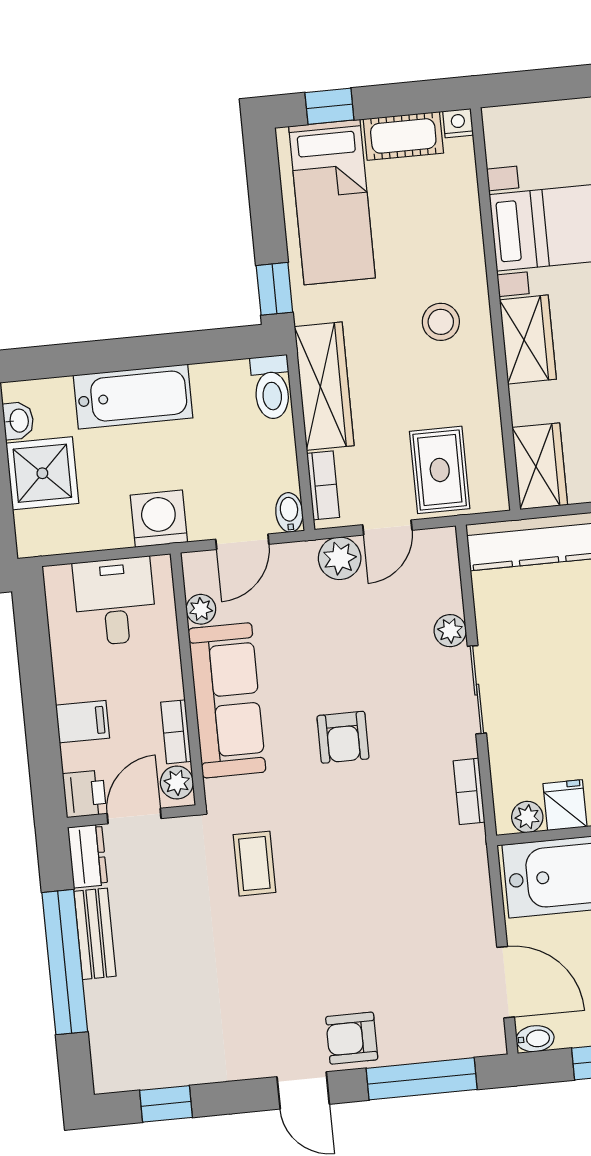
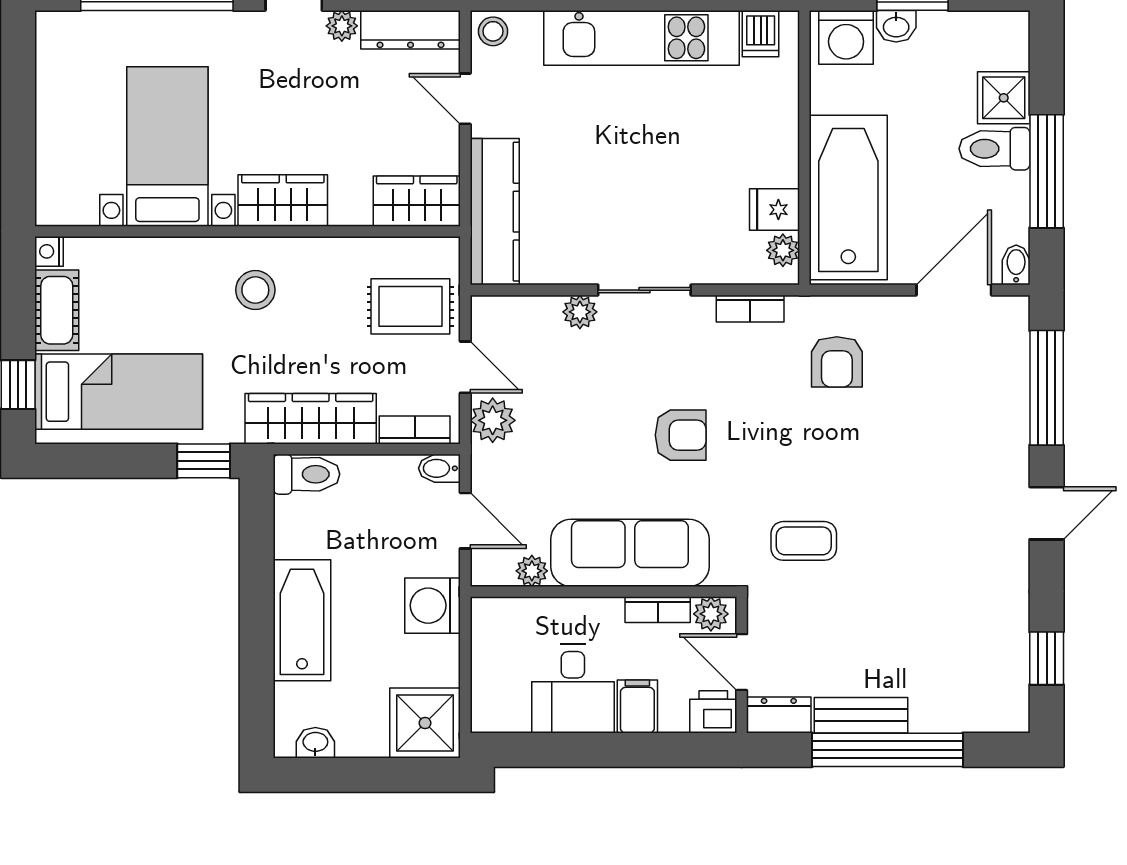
shower: (42, 473) -> (425, 723), moved
desk: (115, 601) -> (573, 689), moved, turned -90
armchair: (352, 1038) -> (837, 362), moved

